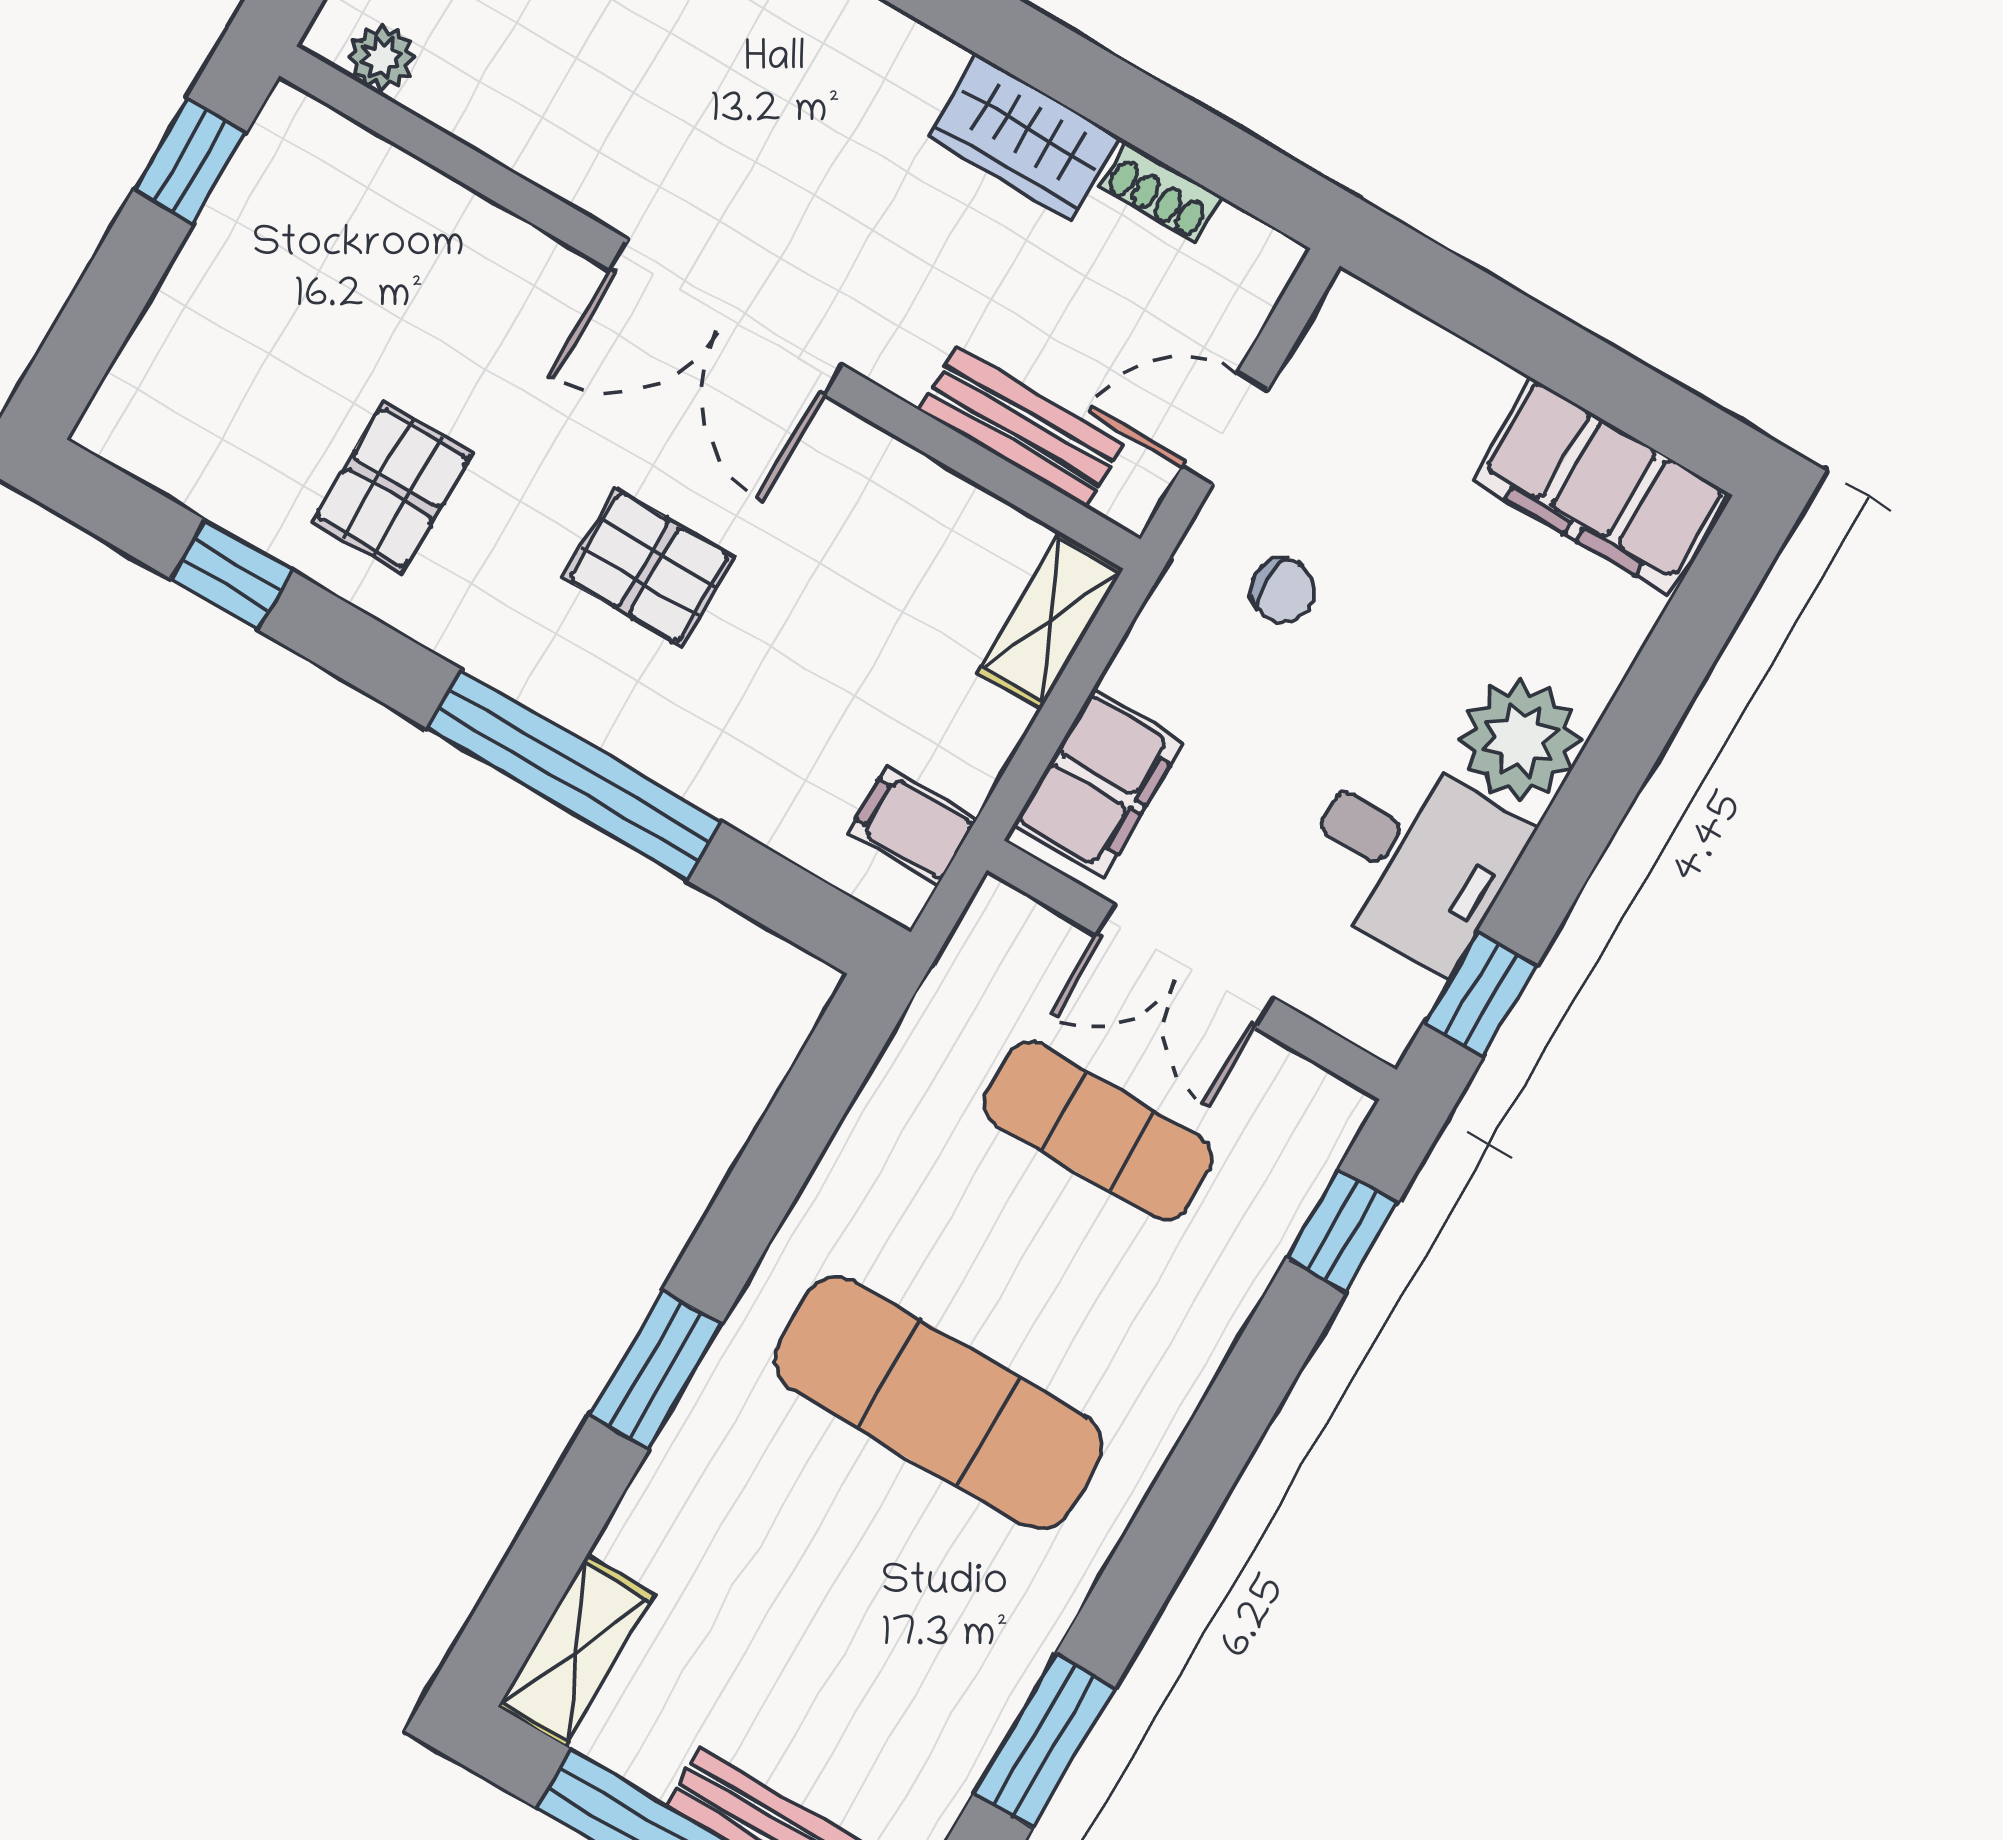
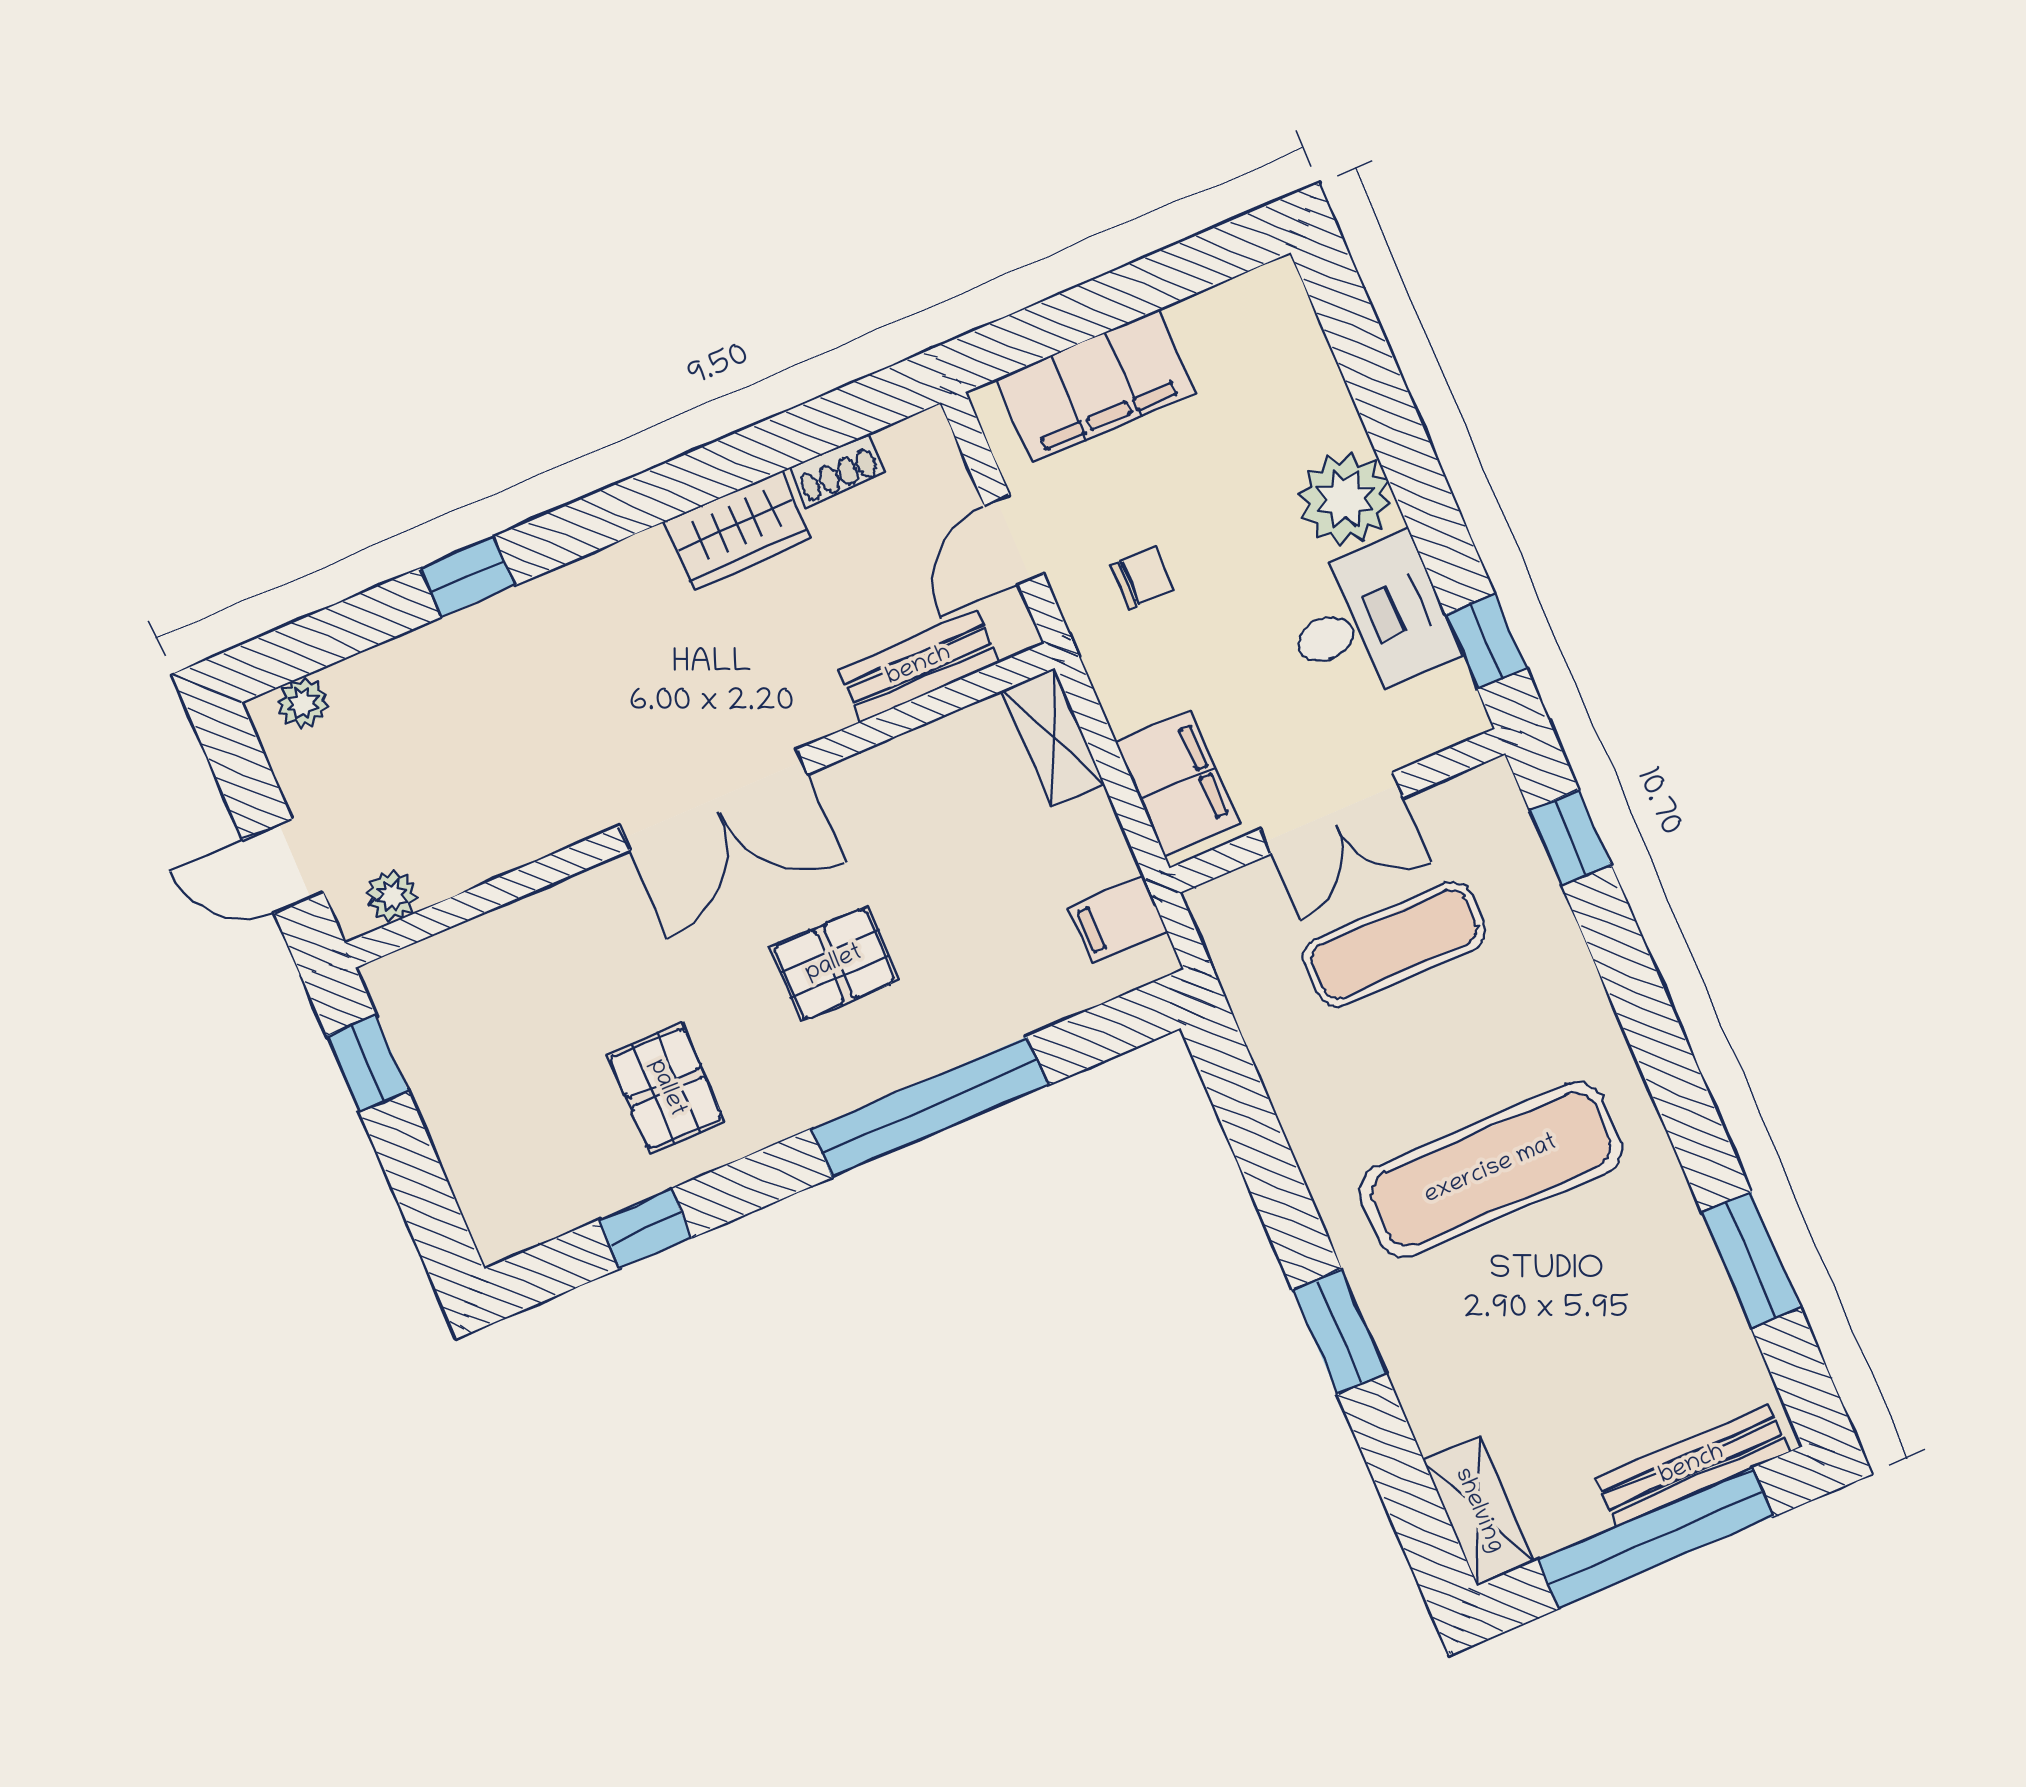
filing cabinet: (1600, 486) -> (1096, 386), moved

